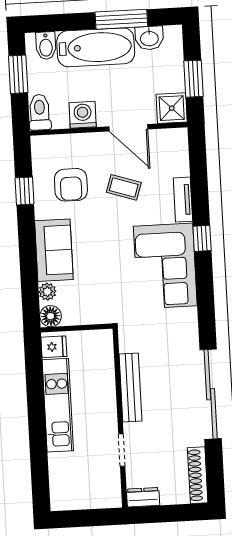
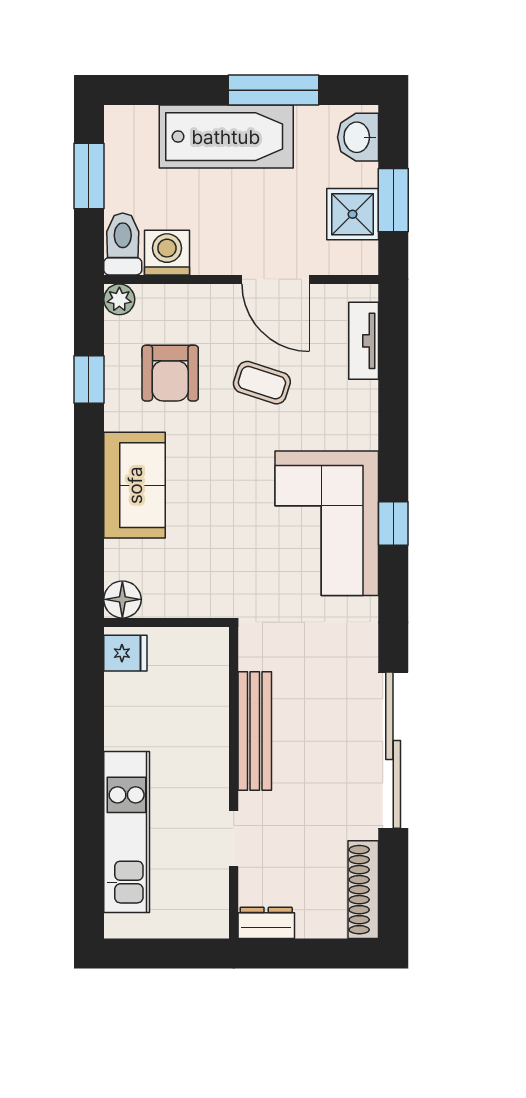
washbasin: (149, 38) -> (358, 137), moved, turned 90
bidet: (46, 46) -> (140, 129), removed
shower: (172, 108) -> (353, 214), moved
washing machine: (83, 115) -> (167, 253), moved
tv unit: (183, 200) -> (364, 341), moved
window: (202, 238) -> (393, 524), moved
plant: (47, 292) -> (119, 299), moved
kitchen unit: (58, 405) -> (127, 832), moved

